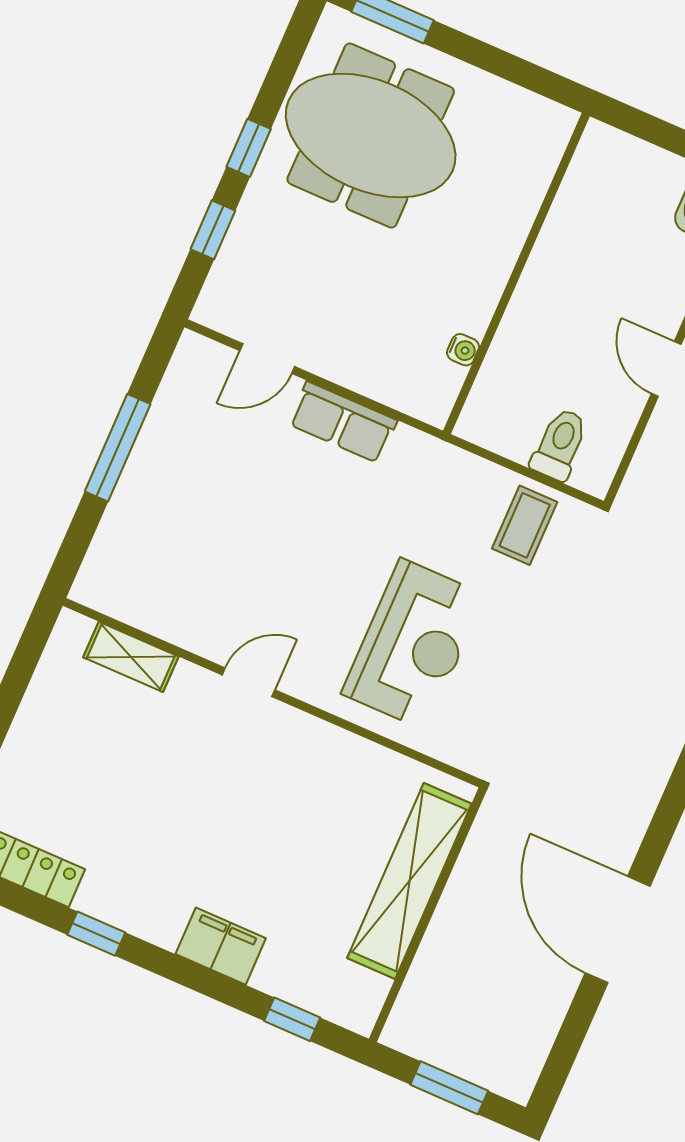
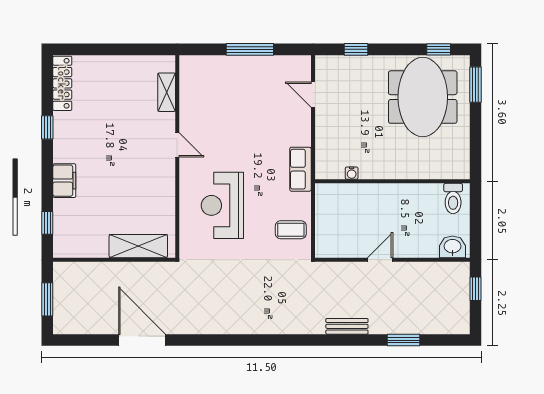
window: (249, 148) -> (439, 49), moved
row of seats: (343, 422) -> (300, 169), moved
toilet: (560, 444) -> (453, 198), moved, turned 90
reception desk: (413, 644) -> (222, 205), turned 90
shelving: (409, 881) -> (138, 246), width x0.68
door: (618, 930) -> (142, 340), hinge flipped

